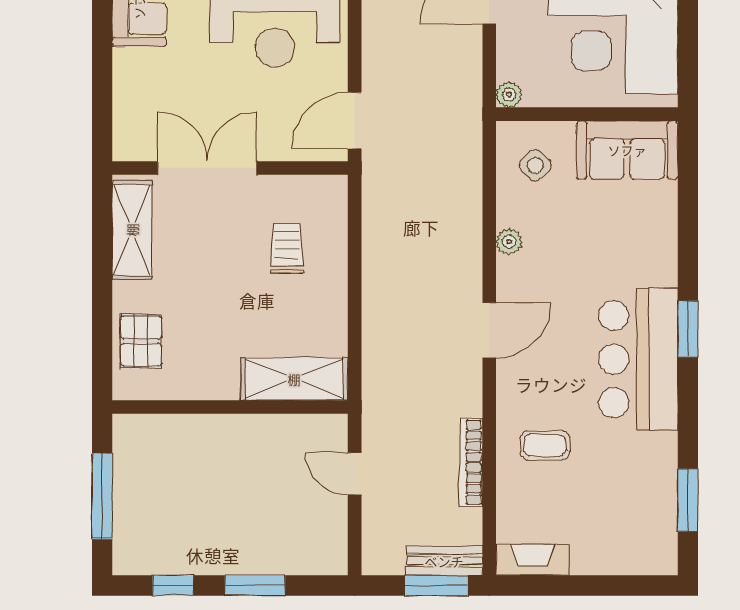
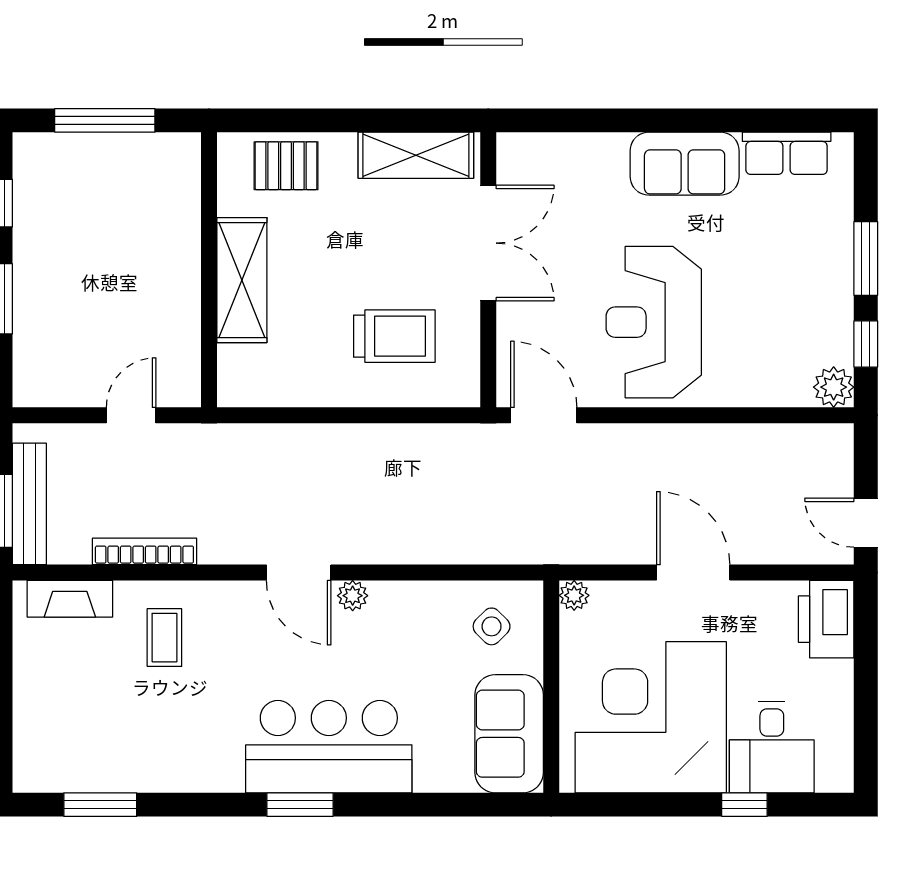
plant: (509, 242) -> (353, 596), moved
trolley: (287, 248) -> (394, 336), width x1.36, depth x1.39
bar counter: (638, 359) -> (329, 747), moved
shelving: (294, 379) -> (242, 280), moved
fireplace: (533, 560) -> (70, 599), moved, turned 90
bench: (444, 561) -> (29, 504), width x1.36

